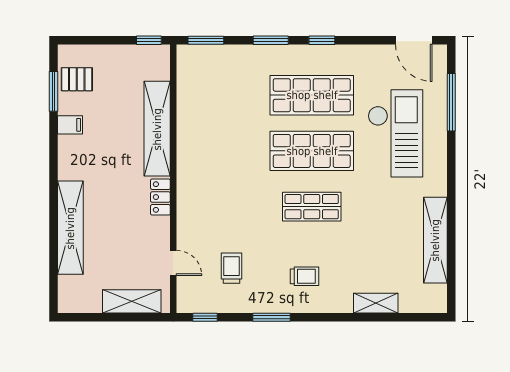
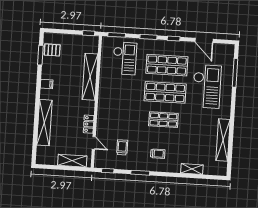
door: (414, 40) -> (204, 40), moved
checkout: (225, 87) -> (125, 58), added
filing cabinet: (70, 125) -> (47, 84), moved
locker: (160, 197) -> (89, 124), moved

